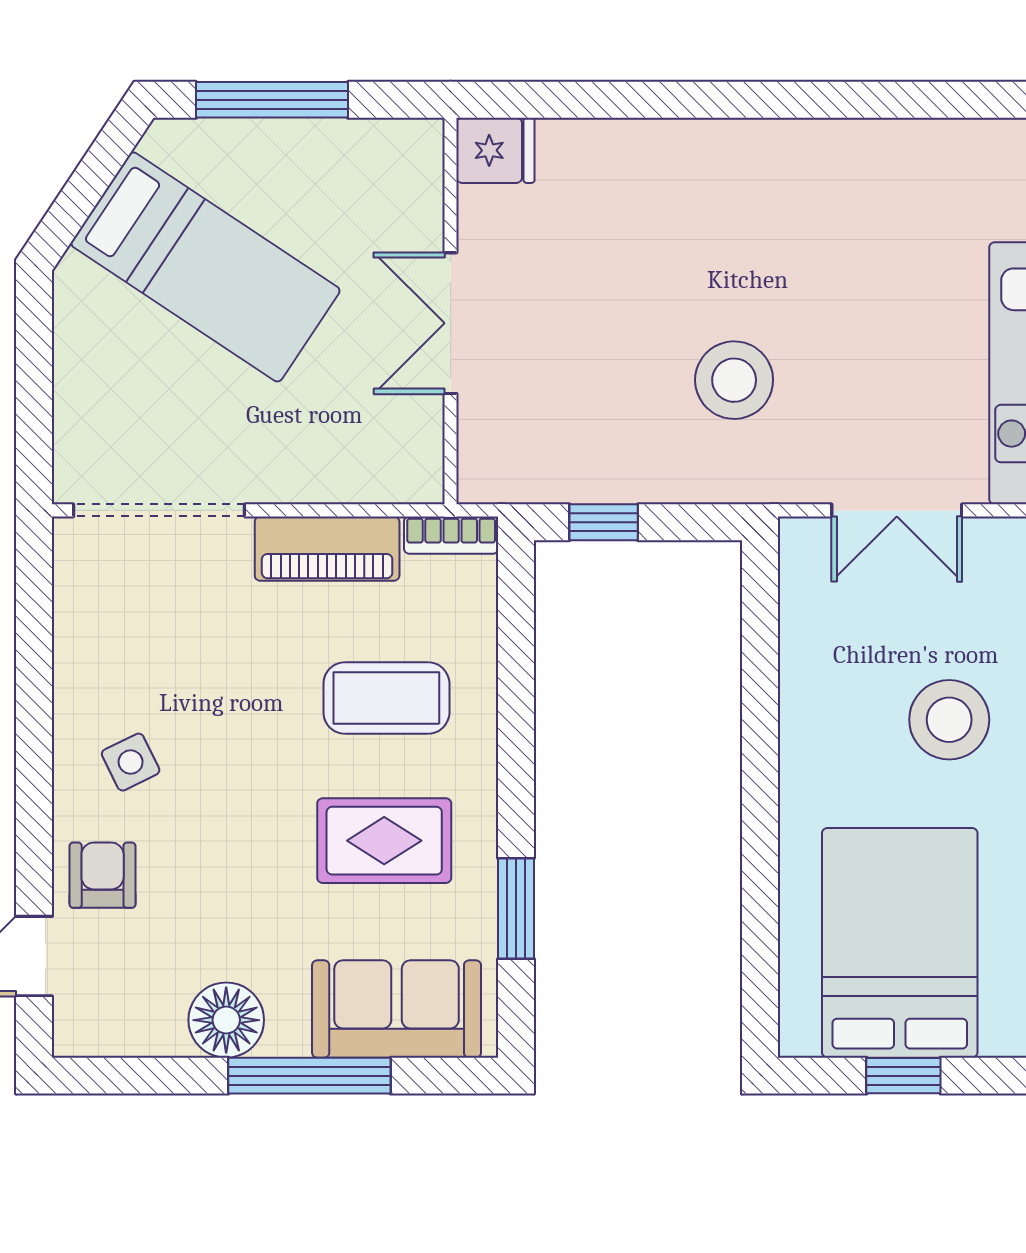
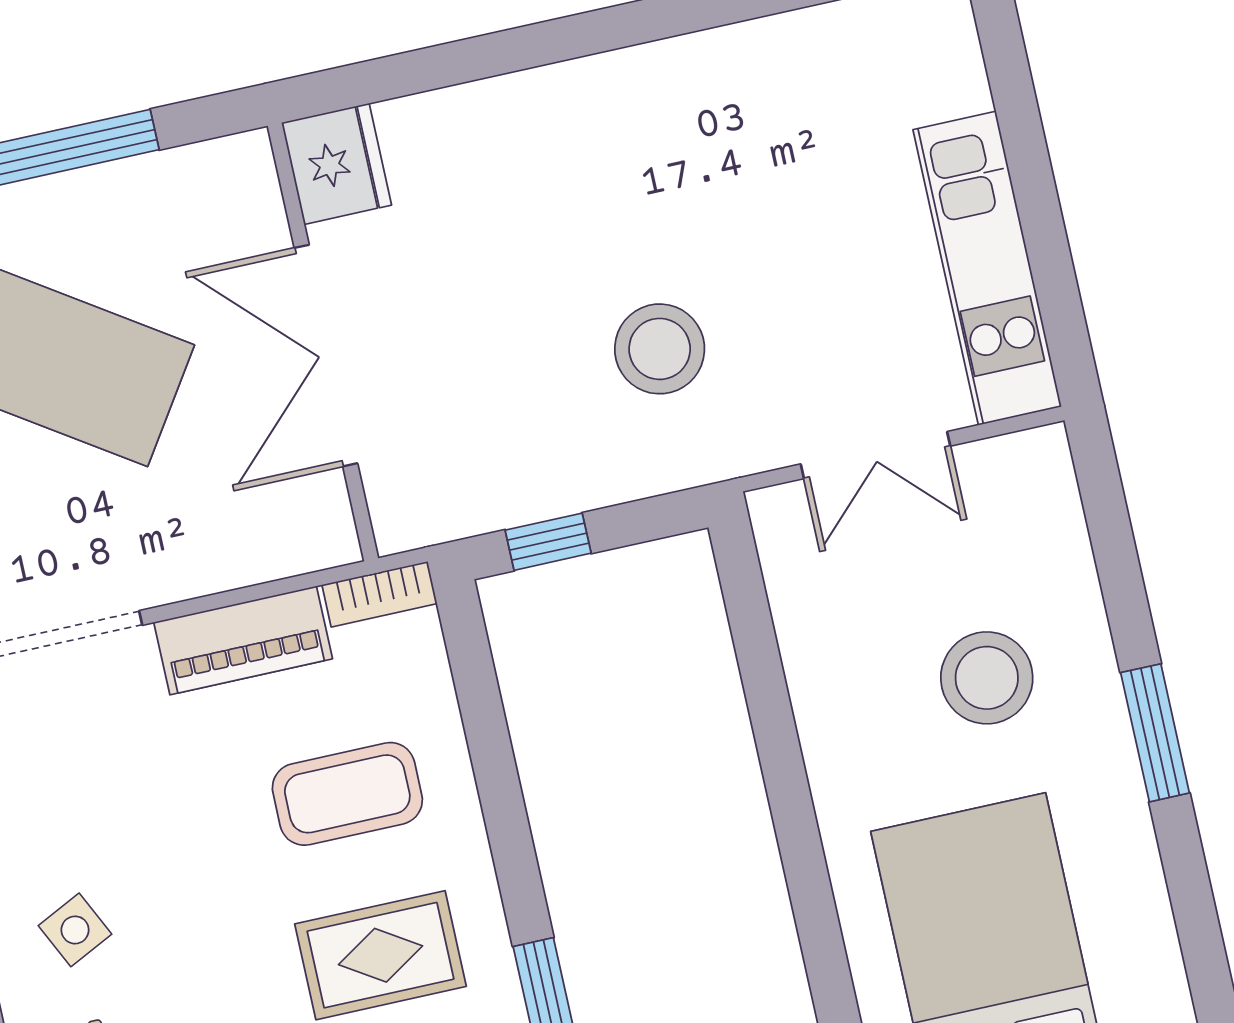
fridge: (495, 150) -> (337, 164), width x1.38
double door: (451, 323) -> (326, 356), width x1.37

